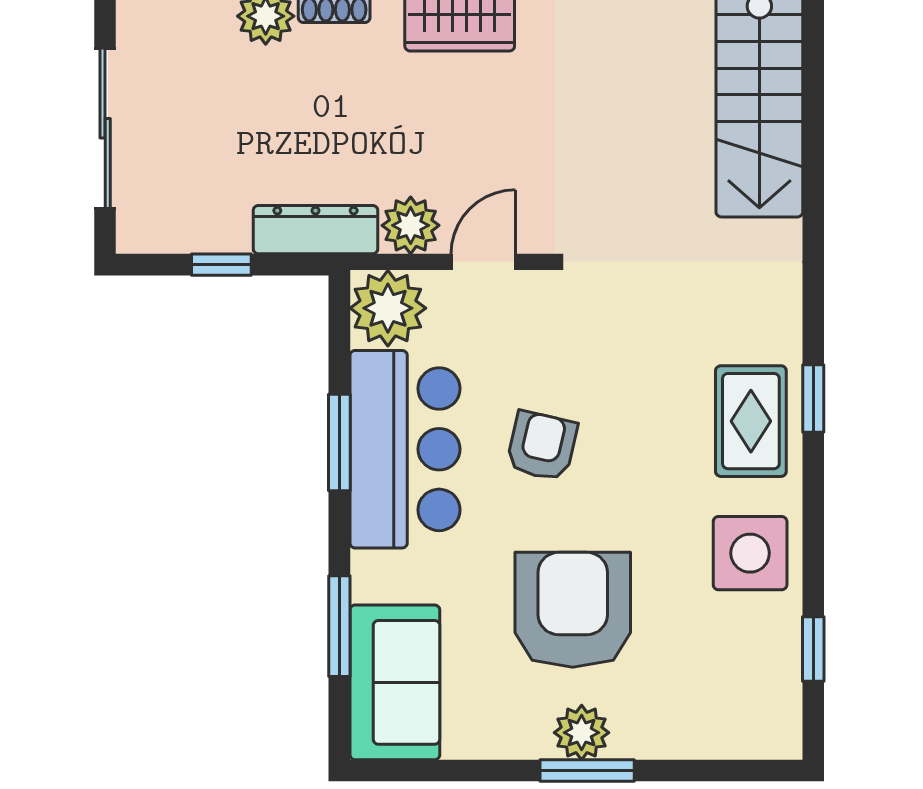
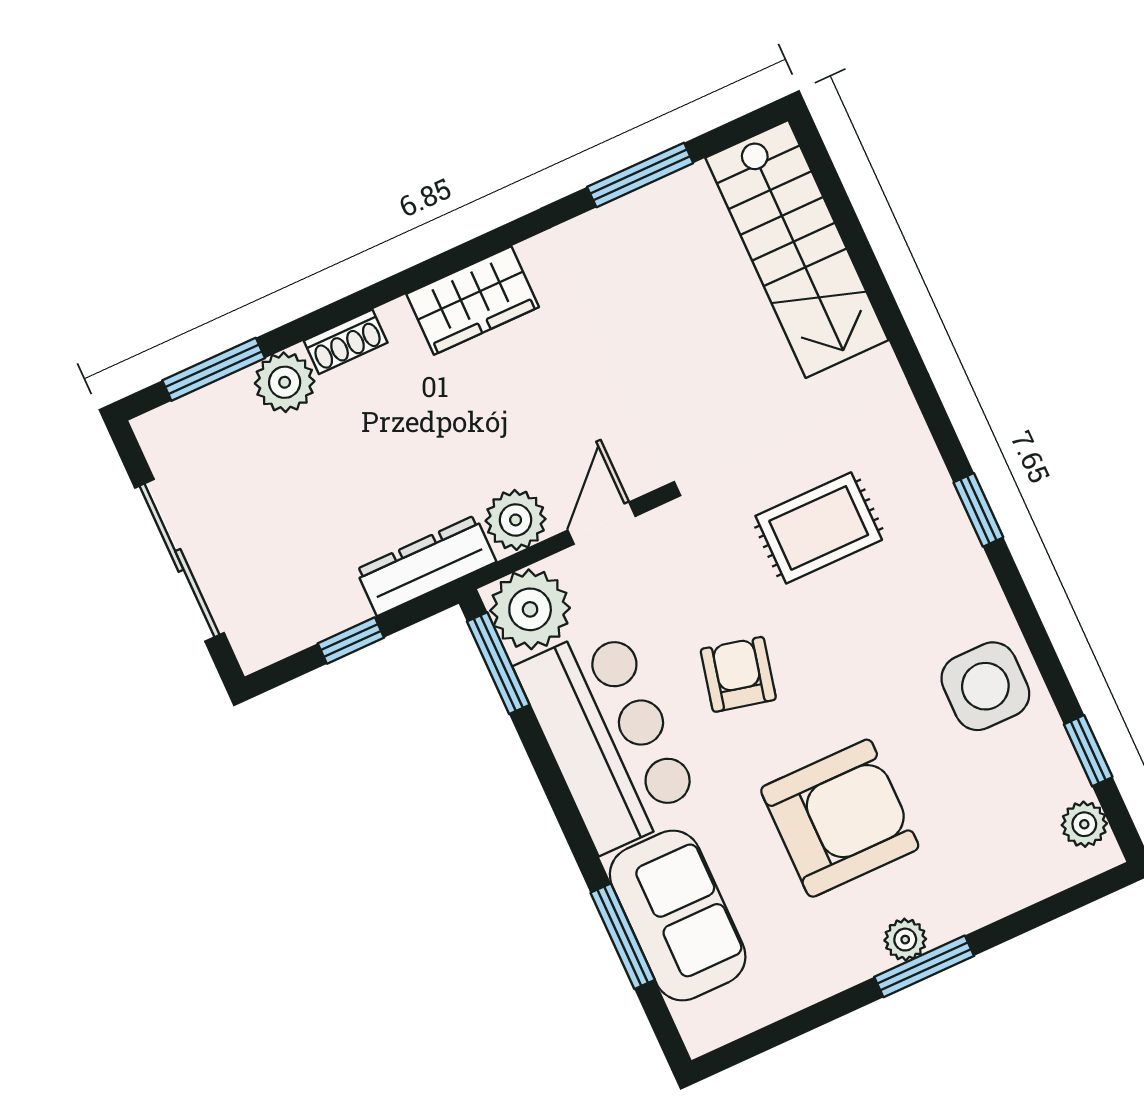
rug: (751, 421) -> (819, 528), moved, turned 90
window: (339, 442) -> (498, 663), moved
armchair: (573, 610) -> (840, 818), turned 90
sofa: (395, 682) -> (678, 916), moved
plant: (781, 711) -> (1084, 824), added
plant: (582, 733) -> (905, 940), width x0.73, depth x0.73

